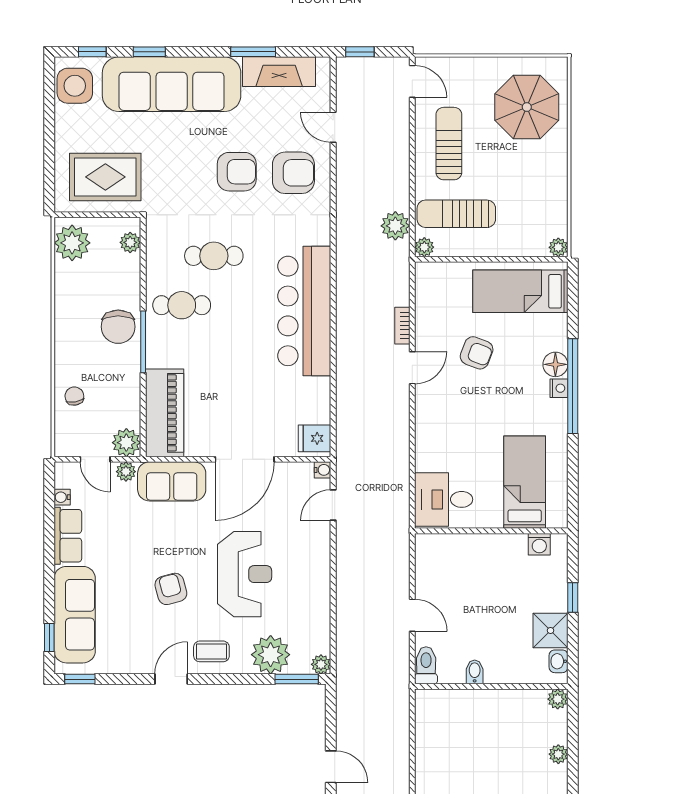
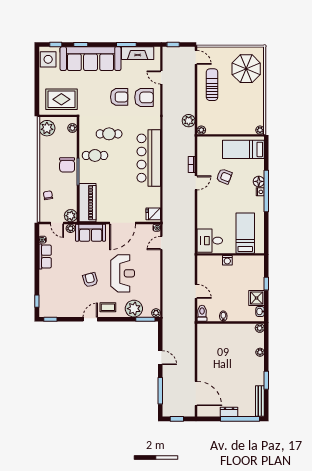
sun lounger: (456, 214) -> (215, 115), removed
washing machine: (539, 544) -> (227, 260), moved
sofa: (75, 615) -> (48, 291), removed

